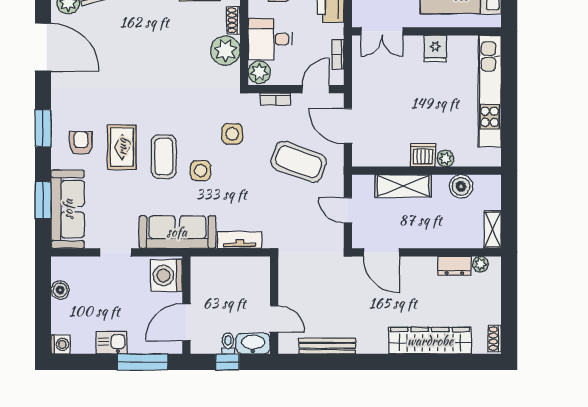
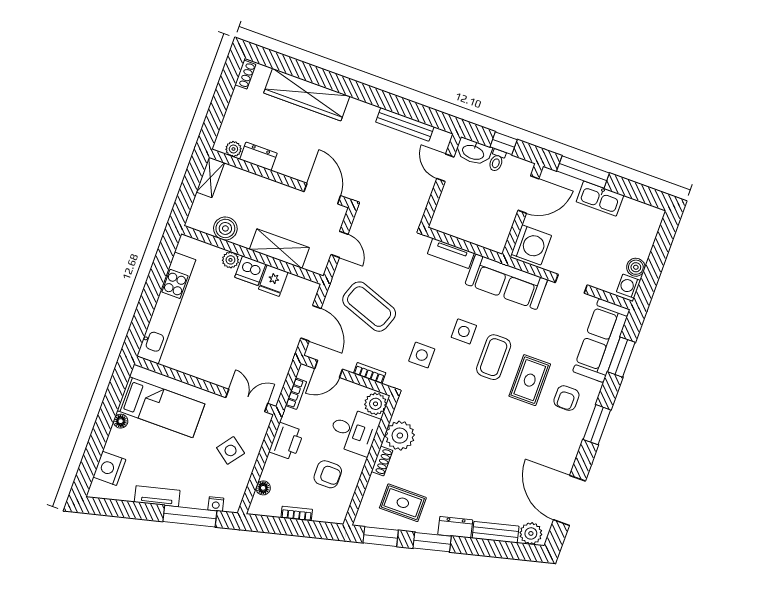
fridge: (435, 48) -> (273, 281), moved, turned 180
kitchen sink: (112, 343) -> (600, 199), width x1.38
washing machine: (61, 344) -> (629, 286), moved

